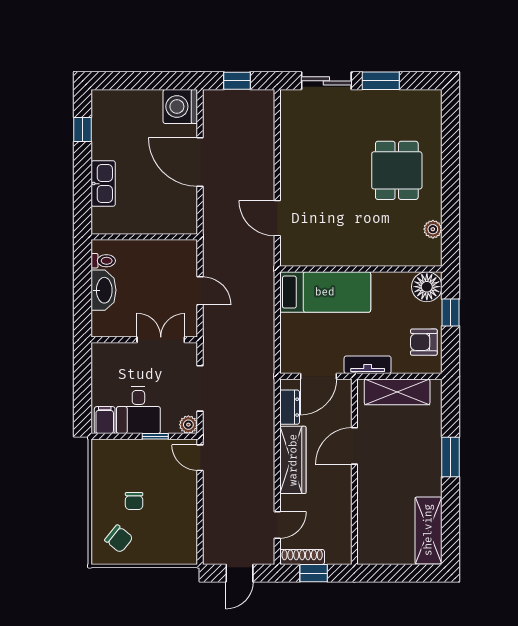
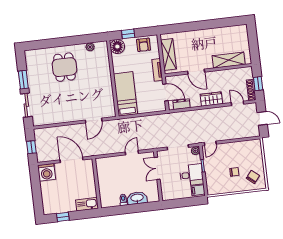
door: (200, 162) -> (71, 160), swing flipped
dining table: (397, 170) -> (64, 67), turned 90
wall: (144, 237) -> (97, 183), moved
window: (450, 457) -> (196, 26), removed
wardrobe: (293, 460) -> (211, 99), width x0.67
shelving: (428, 530) -> (229, 60), moved

